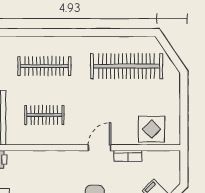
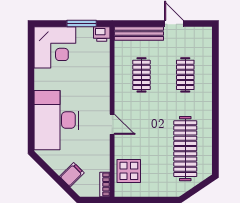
clothes rail: (44, 66) -> (185, 75), width x0.73
bookcase: (128, 156) -> (105, 184), moved

